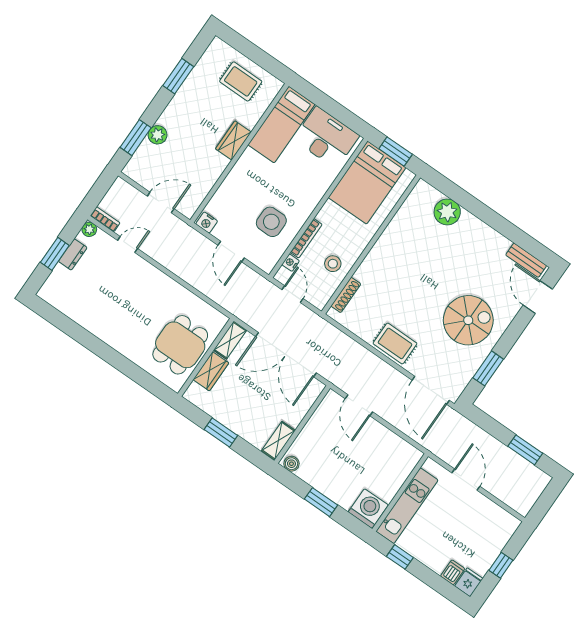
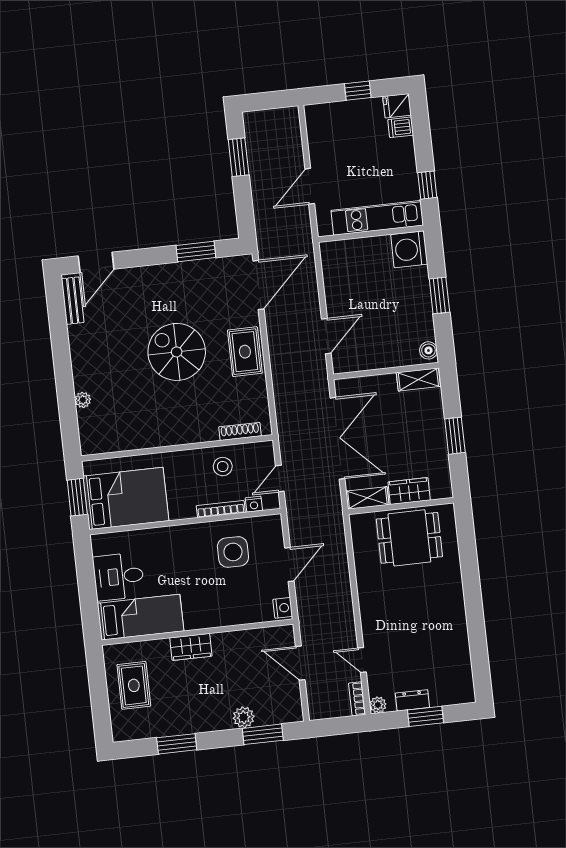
desk: (326, 137) -> (119, 577), width x0.73
plant: (447, 212) -> (83, 400), width x0.53, depth x0.53
spiral stairs: (468, 320) -> (177, 352), moved

